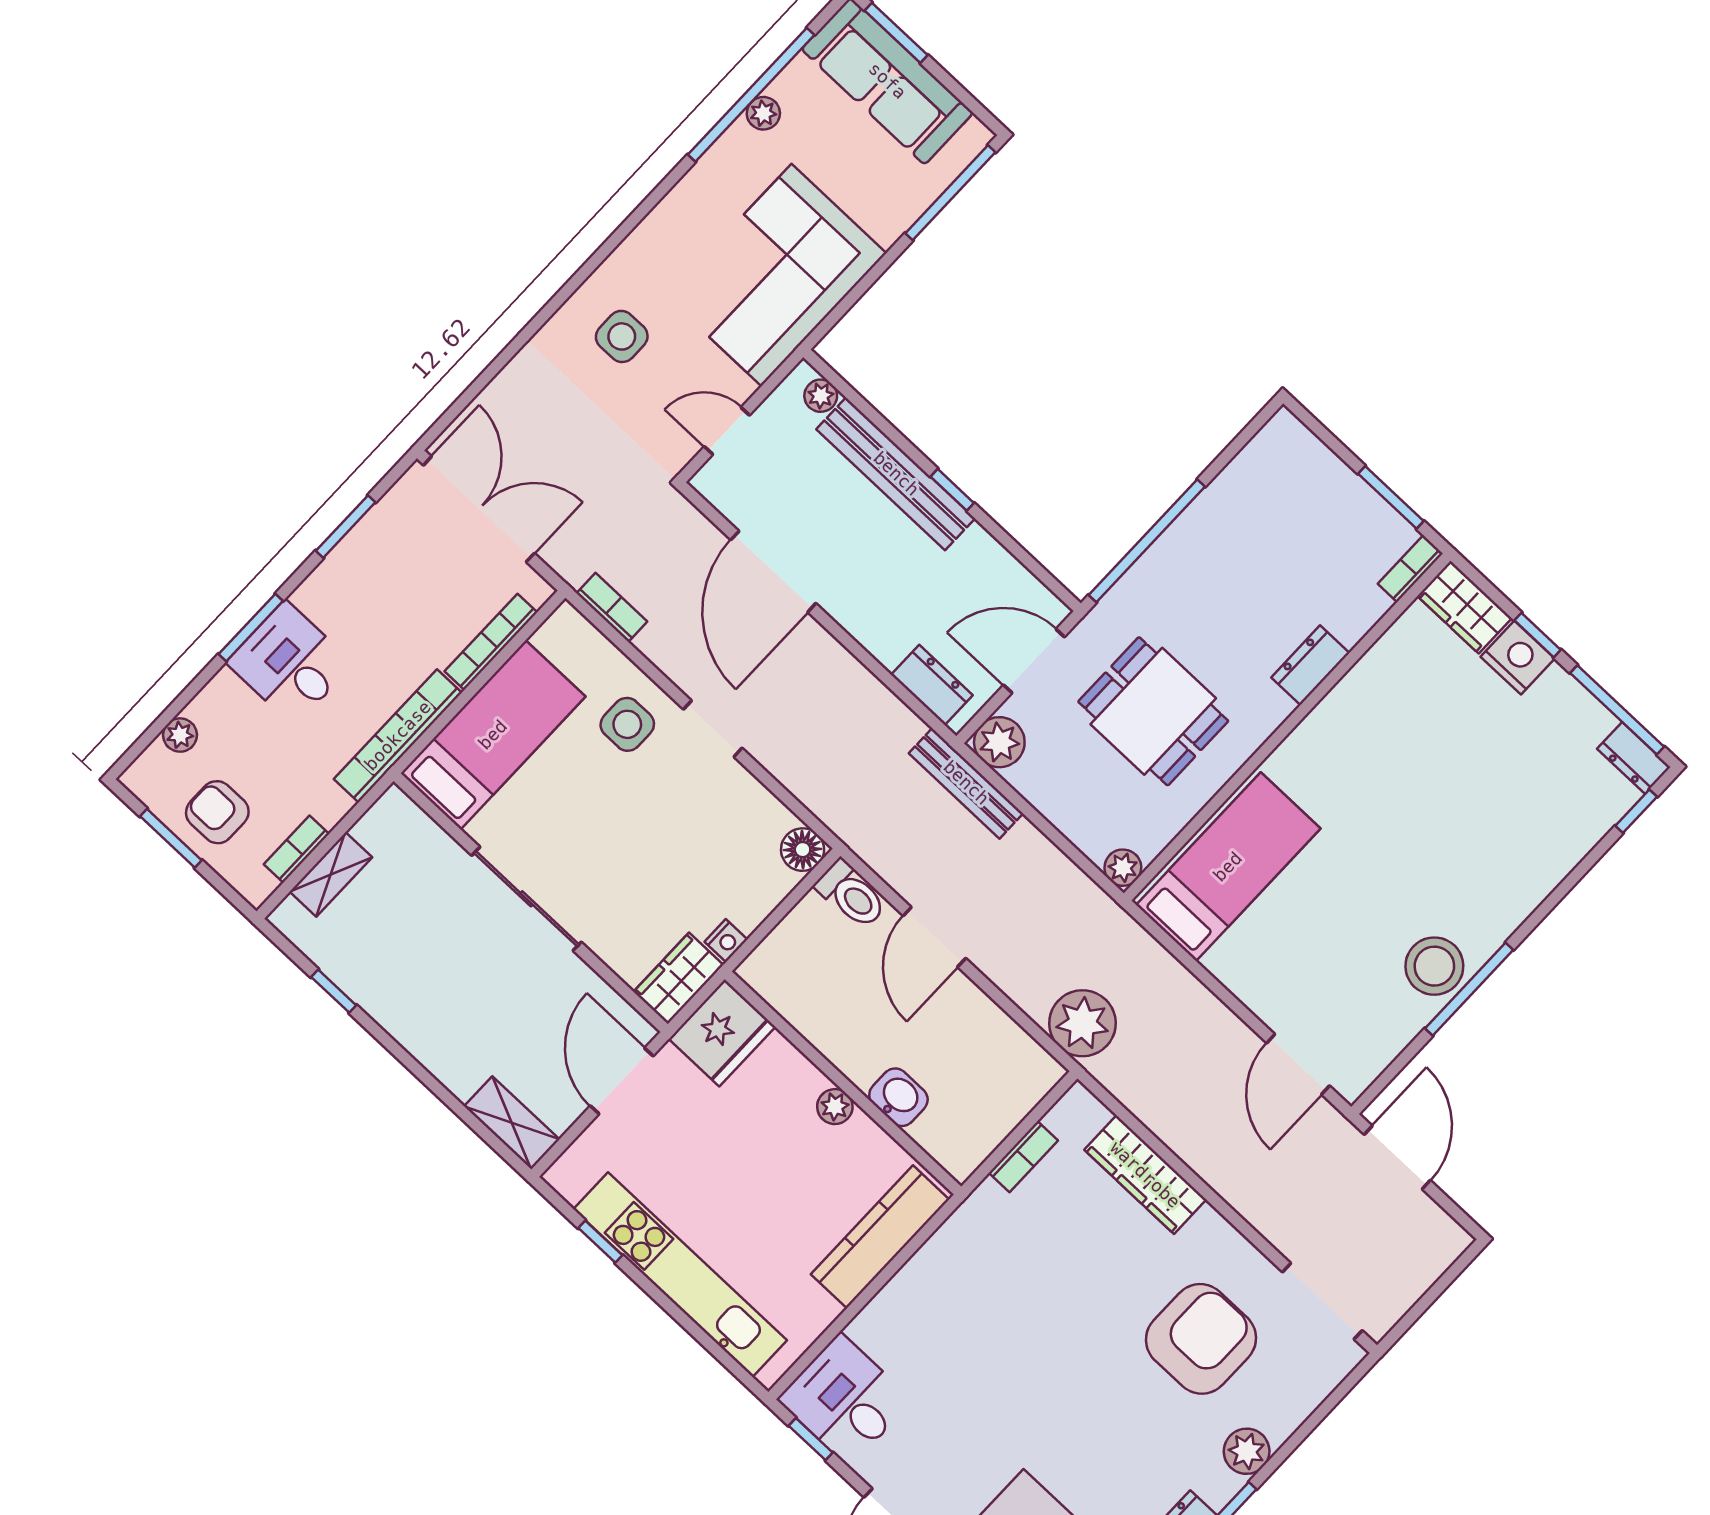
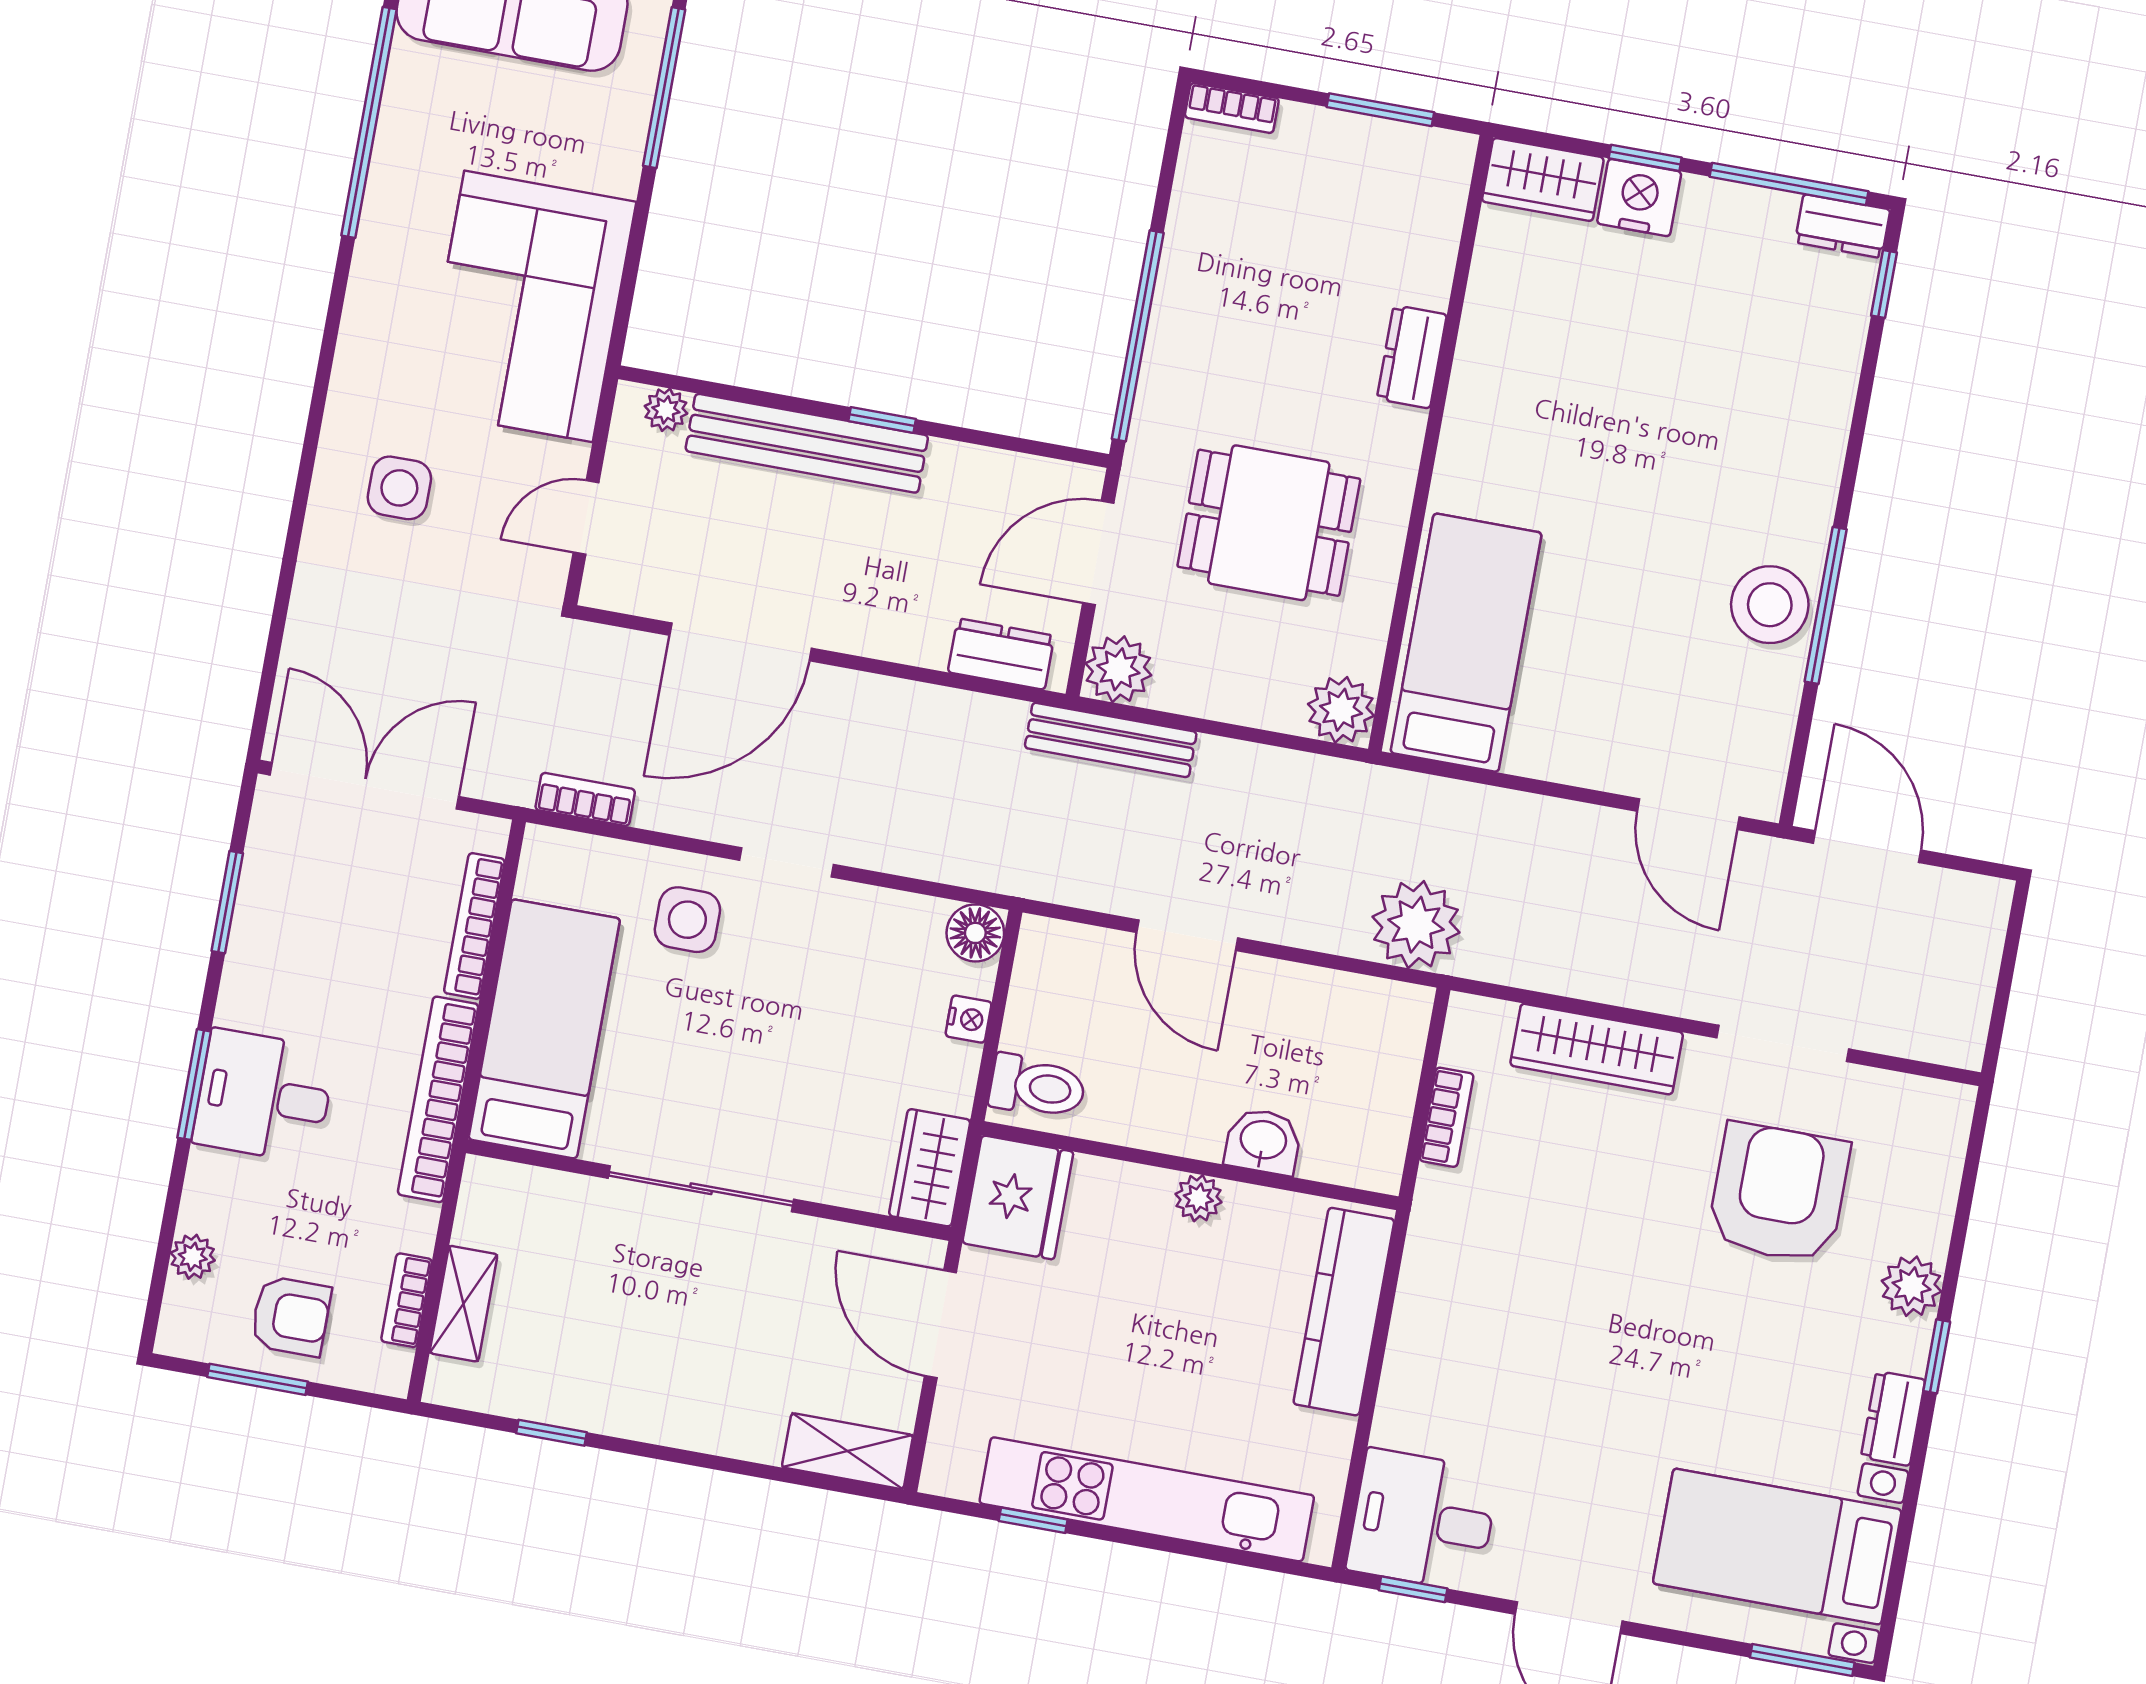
plant: (763, 113) -> (396, 134), removed
bookcase: (1410, 569) -> (1232, 108), moved, turned -90
door: (773, 572) -> (741, 642), hinge flipped
armchair: (217, 812) -> (291, 1316), turned 180
plant: (1123, 868) -> (1341, 710), width x1.38, depth x1.38
toilet: (851, 894) -> (1037, 1087), moved
nightstand: (726, 941) -> (969, 1019), moved
doorway: (1322, 1301) -> (1783, 1043), moved

